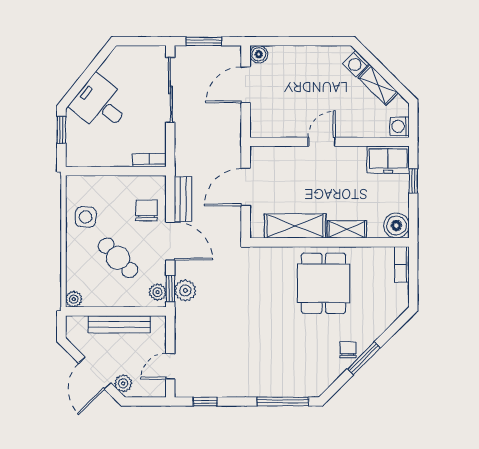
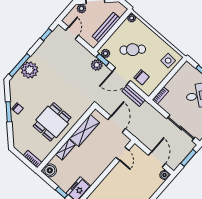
door: (322, 142) -> (122, 154), moved
side table: (86, 217) -> (168, 61), moved
dining table: (324, 283) -> (52, 122), turned 90
plant: (277, 381) -> (30, 70), added

